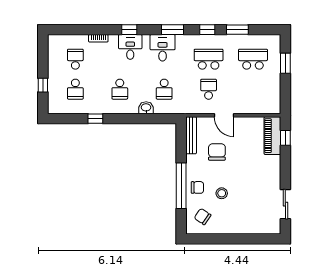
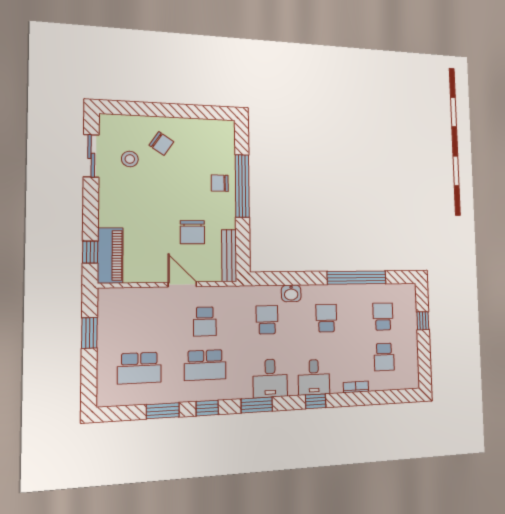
window: (285, 63) -> (89, 333), moved
window: (95, 119) -> (357, 278), width x3.17
stool: (222, 193) -> (130, 159), moved
chair: (203, 217) -> (161, 143), moved

